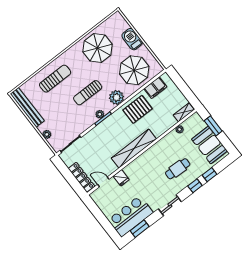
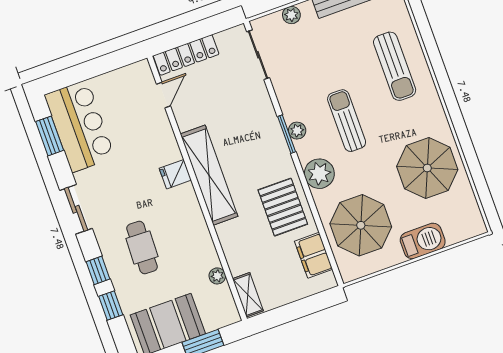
fridge: (121, 178) -> (175, 174), moved

